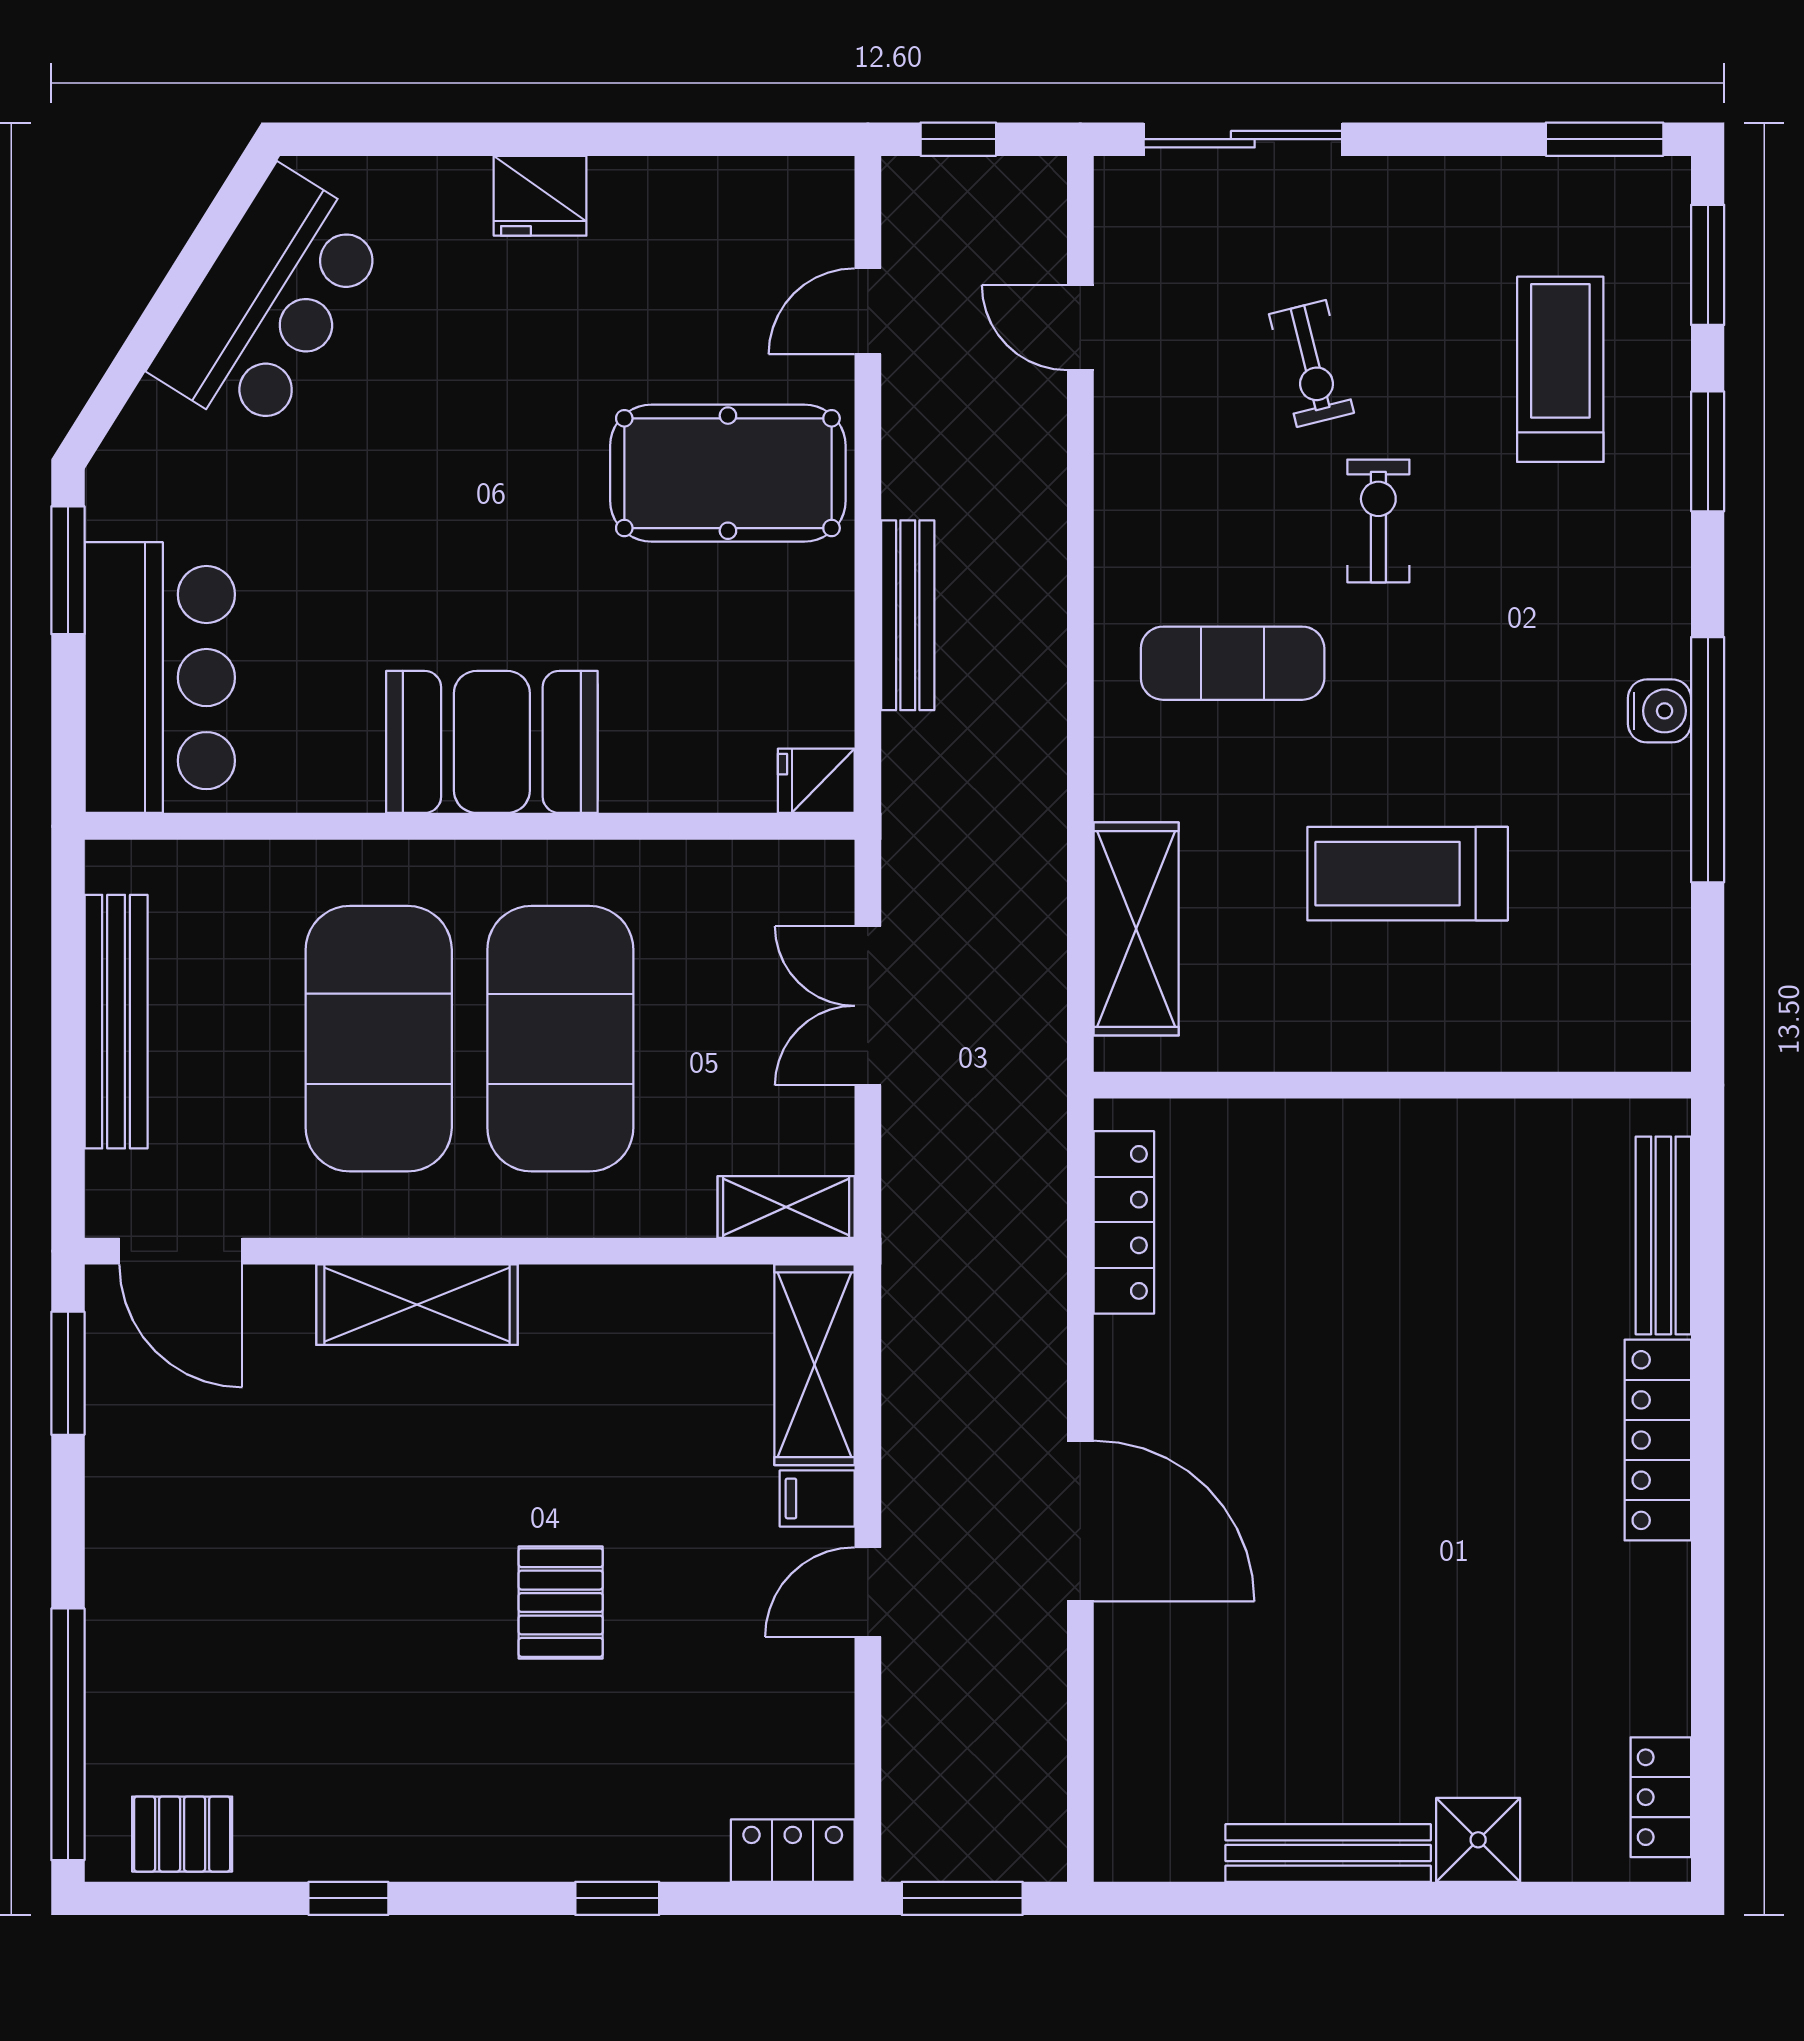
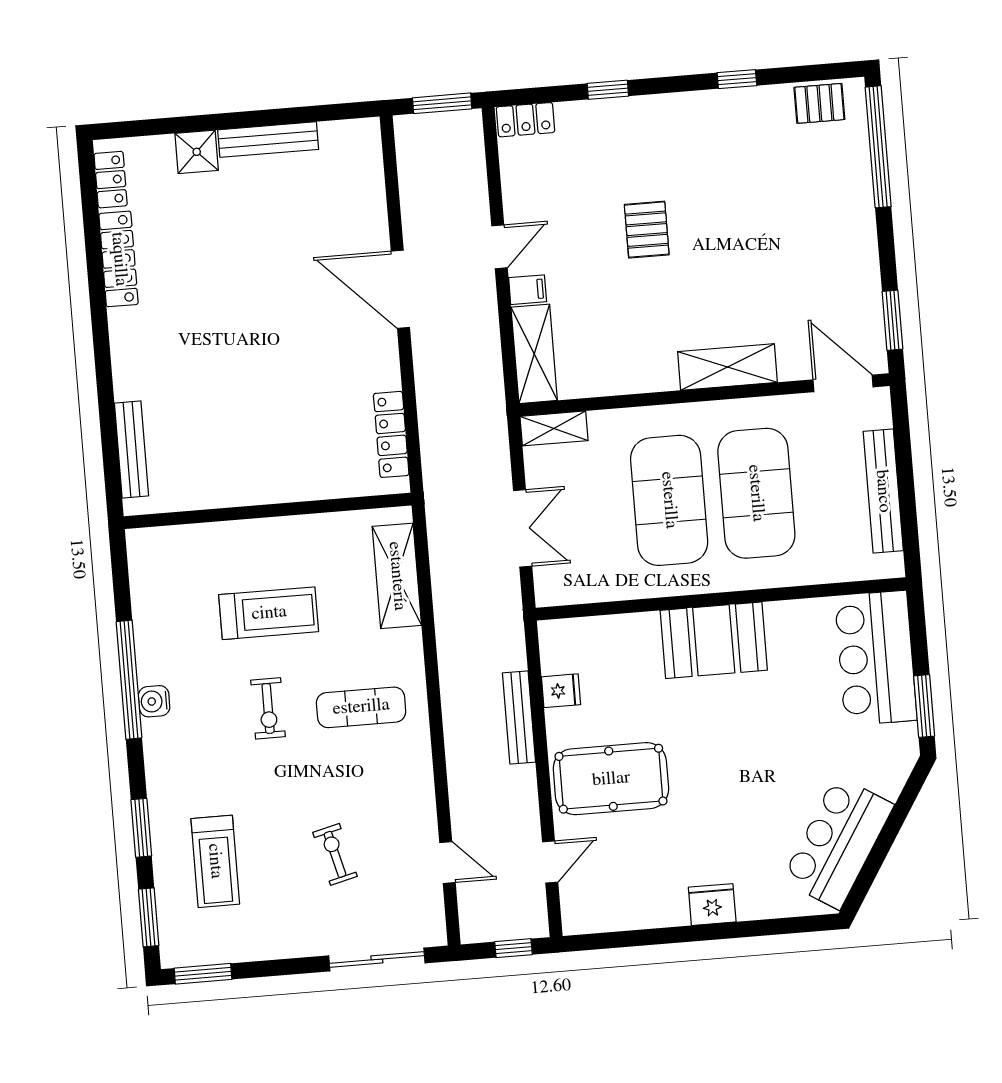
exercise bike: (1378, 521) -> (268, 708), moved
fridge: (816, 781) -> (561, 691), moved
locker: (1658, 1440) -> (119, 259), moved

